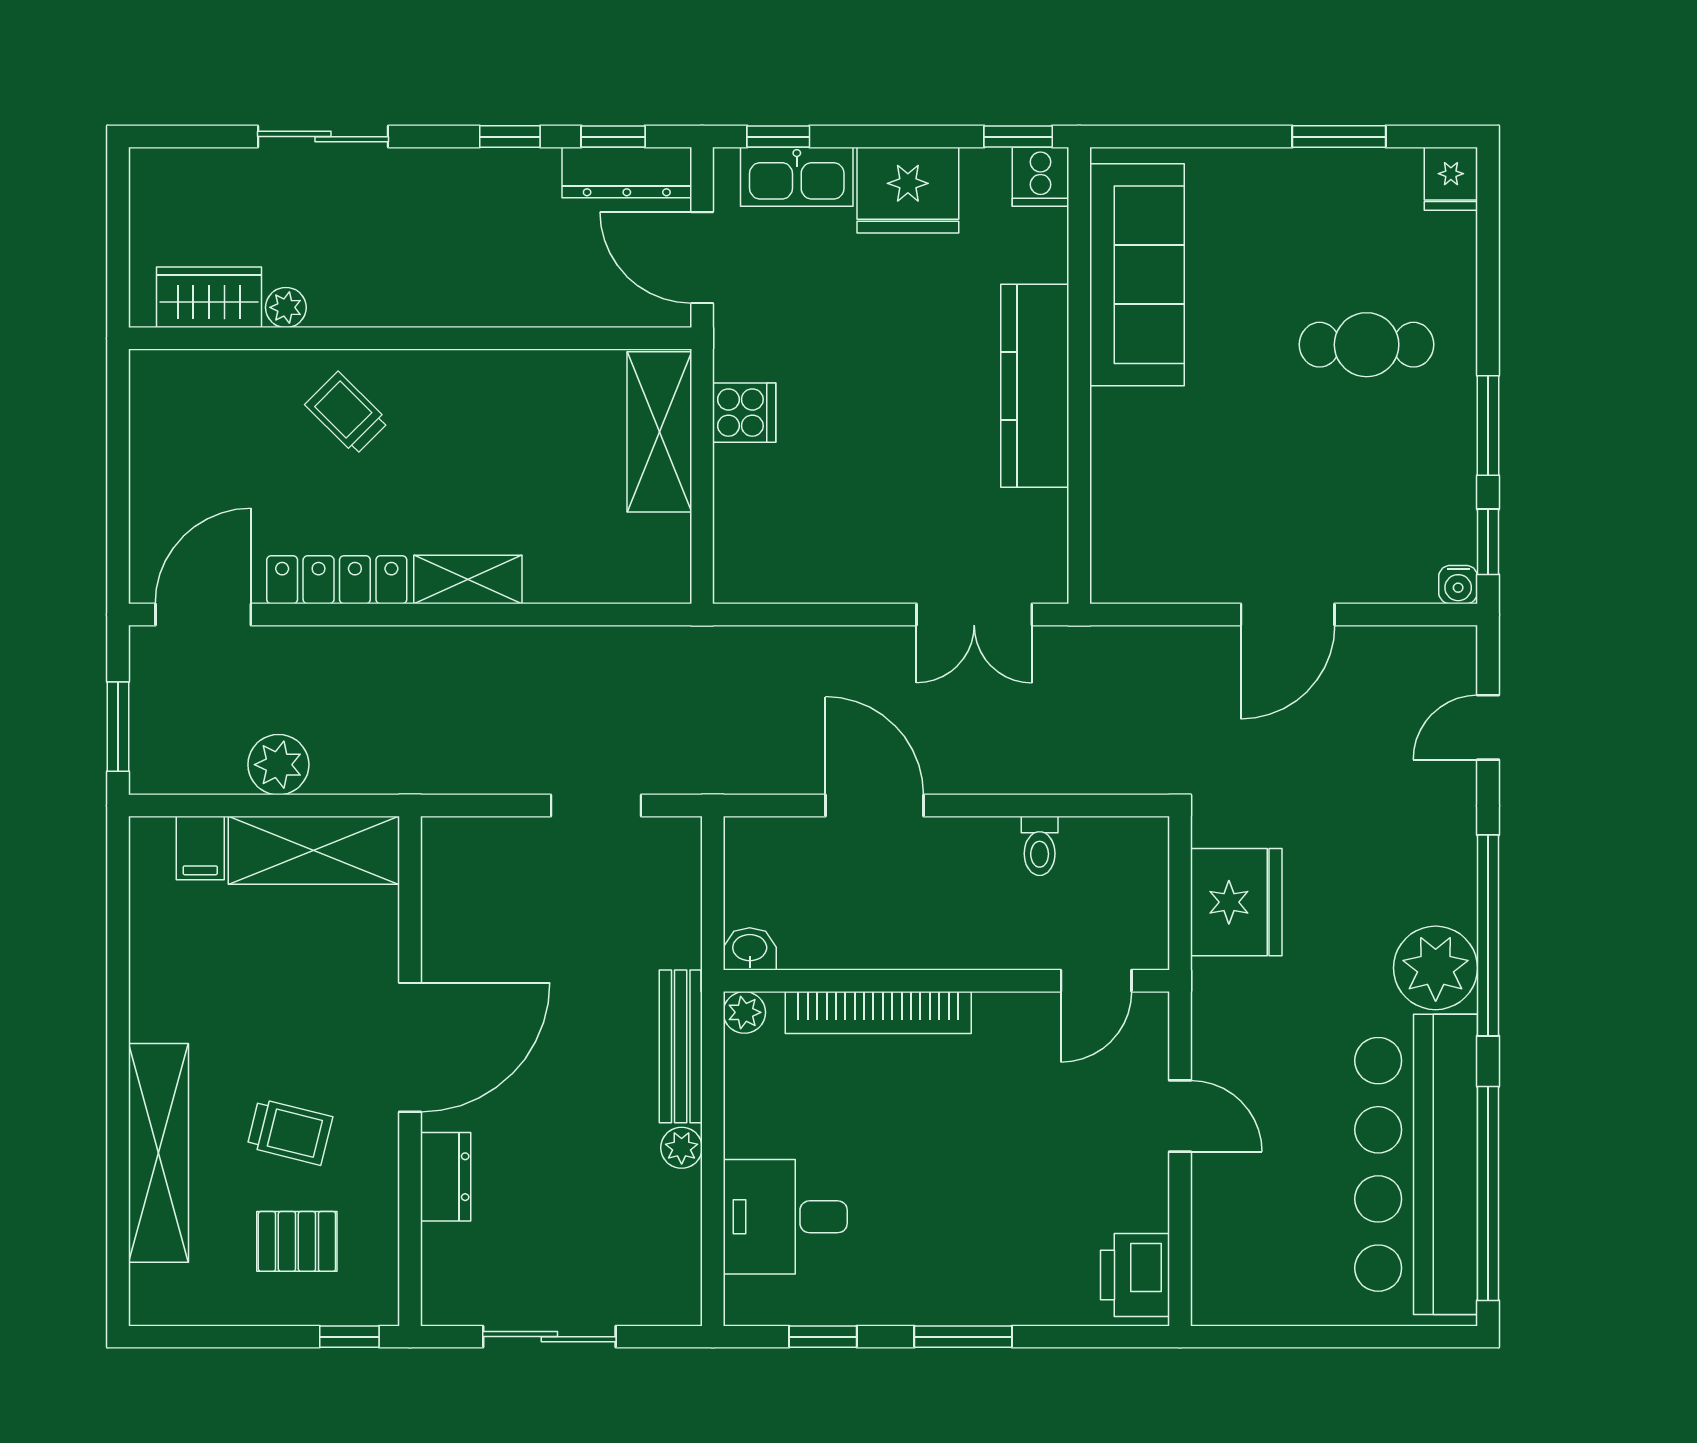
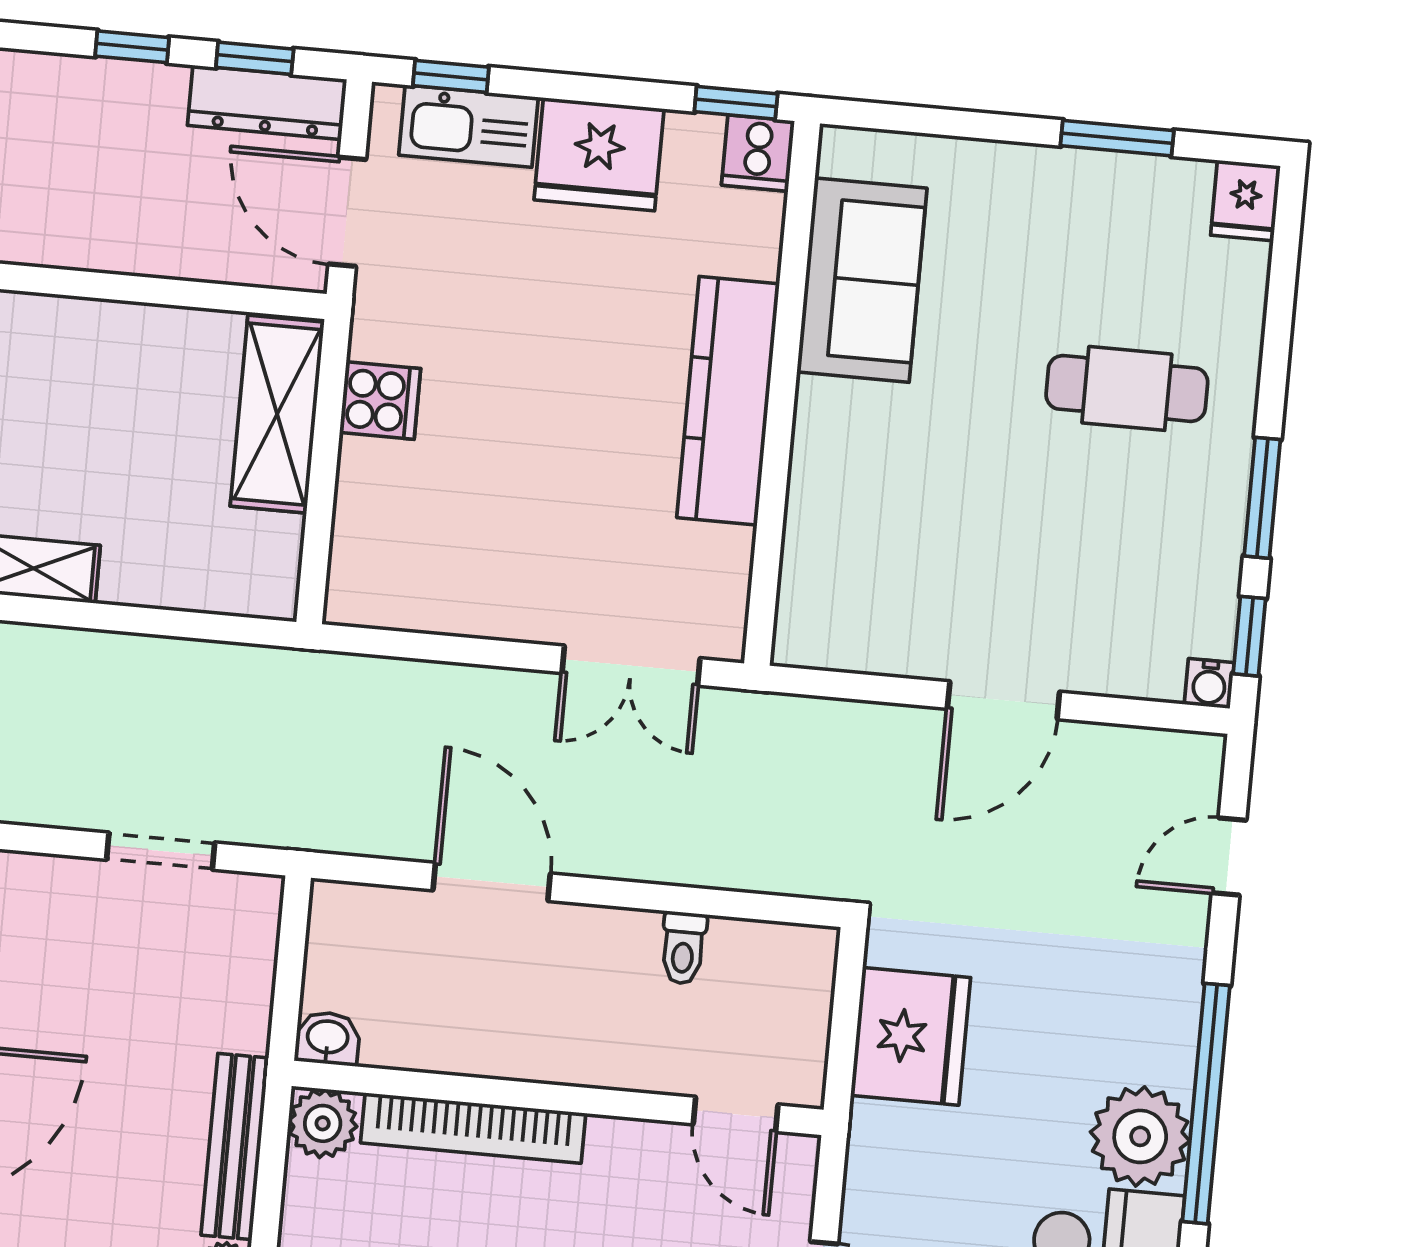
sofa: (1137, 275) -> (862, 280), width x0.73
door: (1096, 981) -> (736, 1114), hinge flipped
plant: (744, 1012) -> (323, 1123), width x1.38, depth x1.38

